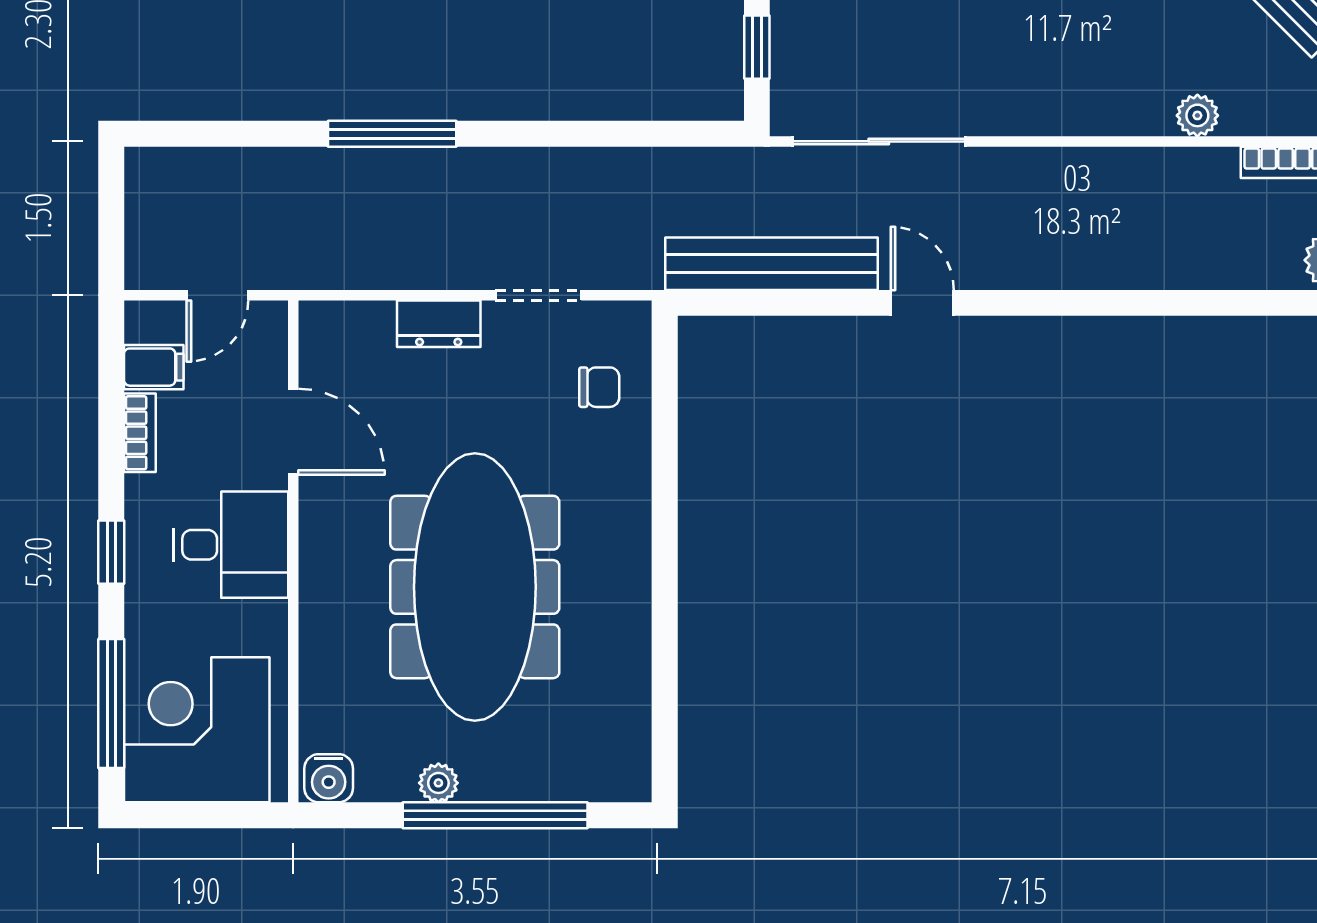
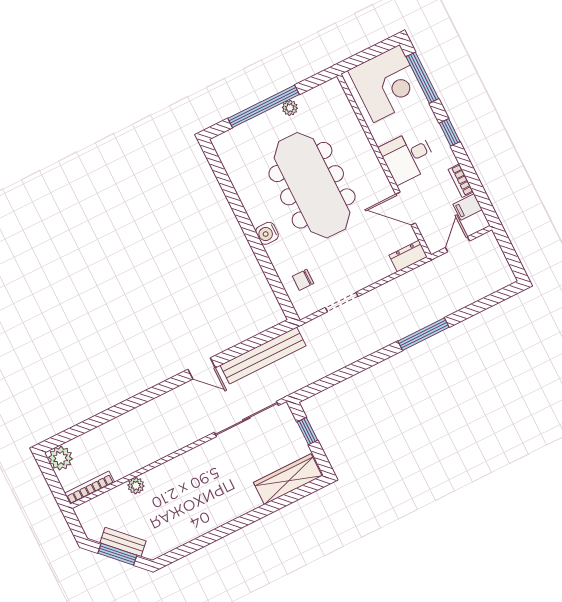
dresser: (439, 324) -> (408, 256), moved
water cooler: (329, 778) -> (267, 233), moved, turned -90

